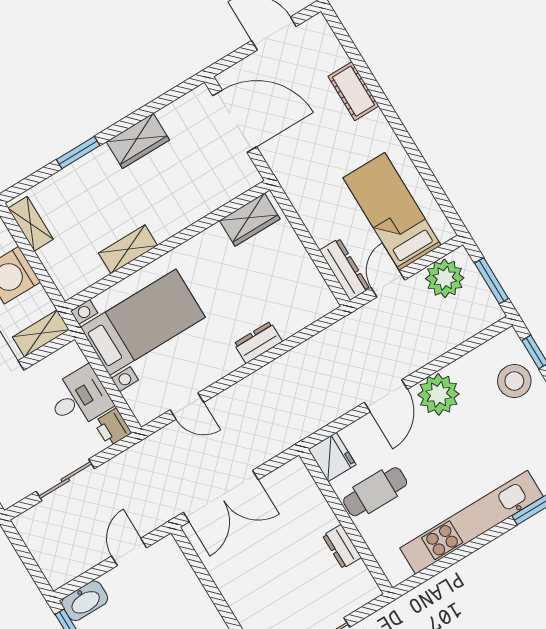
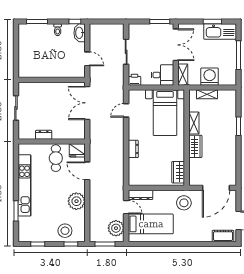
cot: (353, 91) -> (223, 236), moved
wardrobe: (138, 141) -> (195, 146), moved, turned 180
stool: (306, 169) -> (184, 203), added
shelving: (31, 224) -> (207, 94), moved
door: (386, 396) -> (87, 171), moved
desk: (79, 398) -> (162, 75), moved, turned -90

